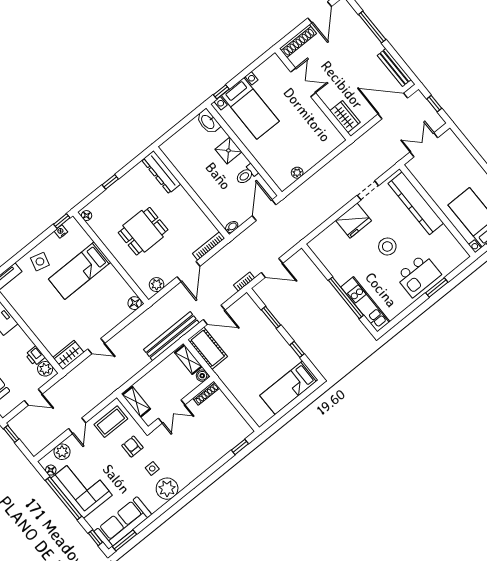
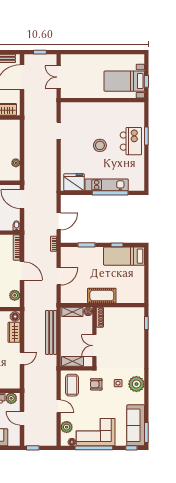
kitchen counter: (416, 203) -> (88, 109), removed
fridge: (353, 221) -> (74, 182), moved, turned -90
kitchen unit: (365, 304) -> (107, 185), moved
bench: (171, 336) -> (51, 332), moved
cot: (208, 348) -> (102, 296), moved
wardrobe: (68, 355) -> (14, 332), moved
bed: (289, 388) -> (124, 256), moved, turned 90
door: (33, 397) -> (22, 418), swing flipped
double door: (172, 411) -> (94, 346), swing flipped

